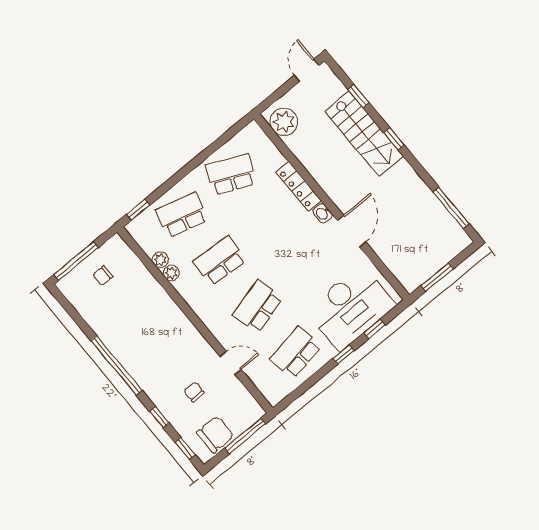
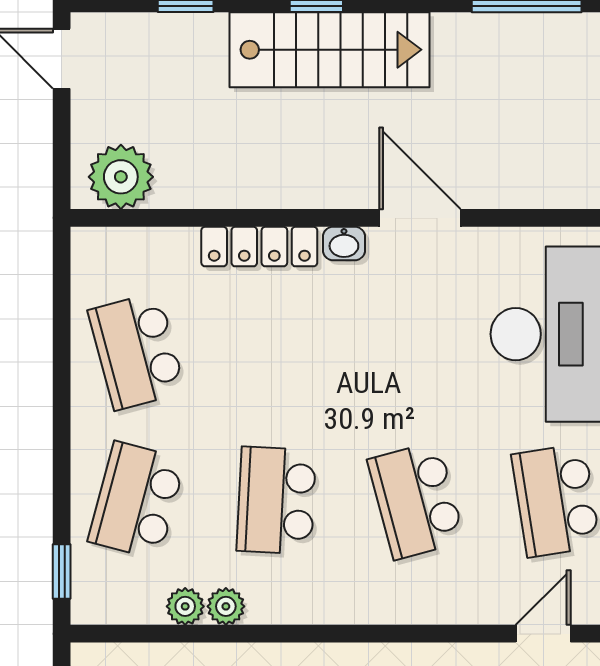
stairs: (364, 134) -> (330, 50), moved
school desk: (231, 174) -> (137, 351), turned -39
door: (230, 363) -> (543, 634), moved

